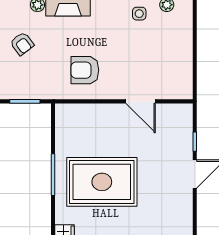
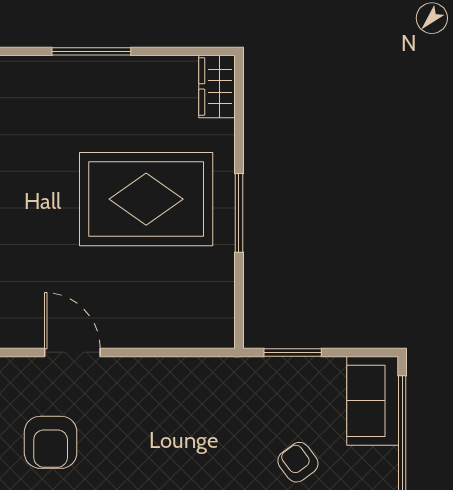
armchair: (85, 70) -> (51, 442), moved, turned 90

